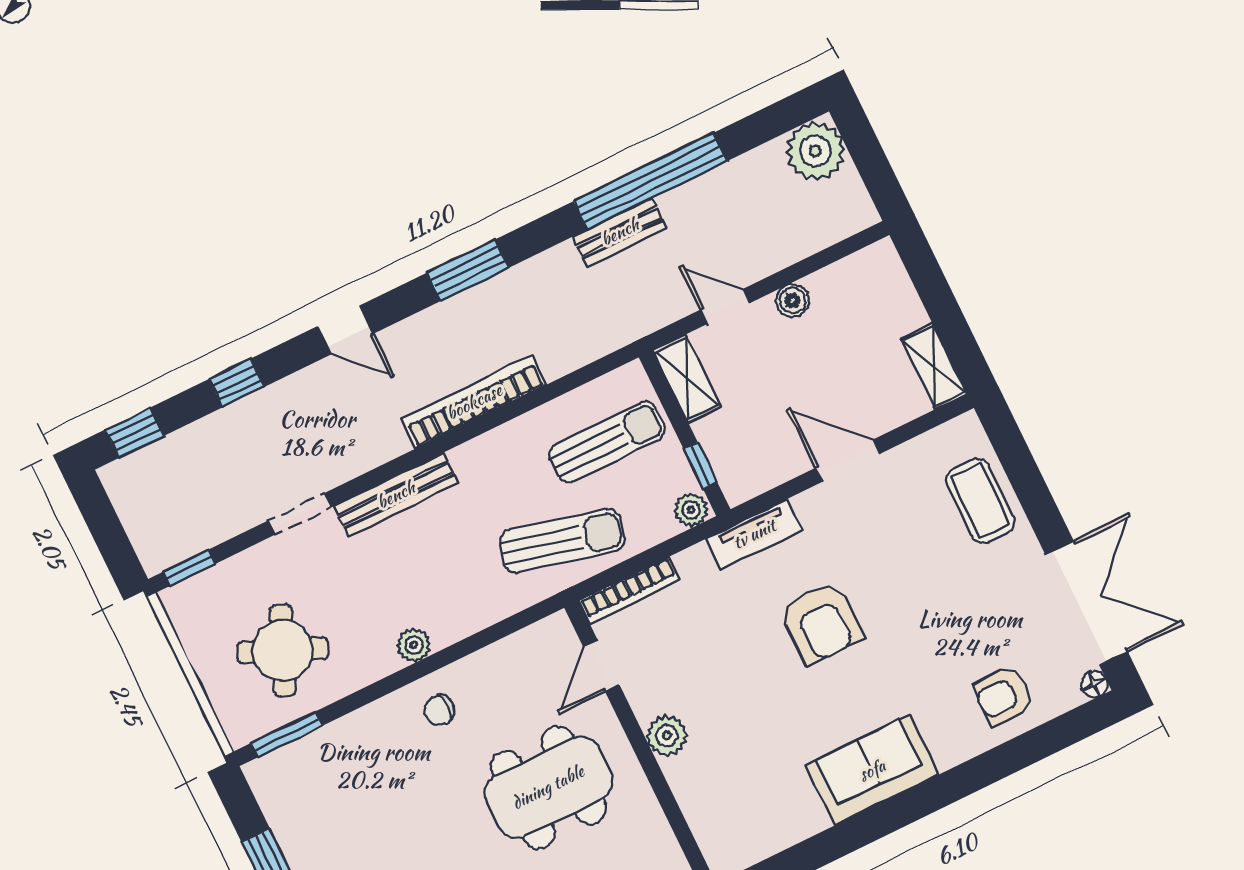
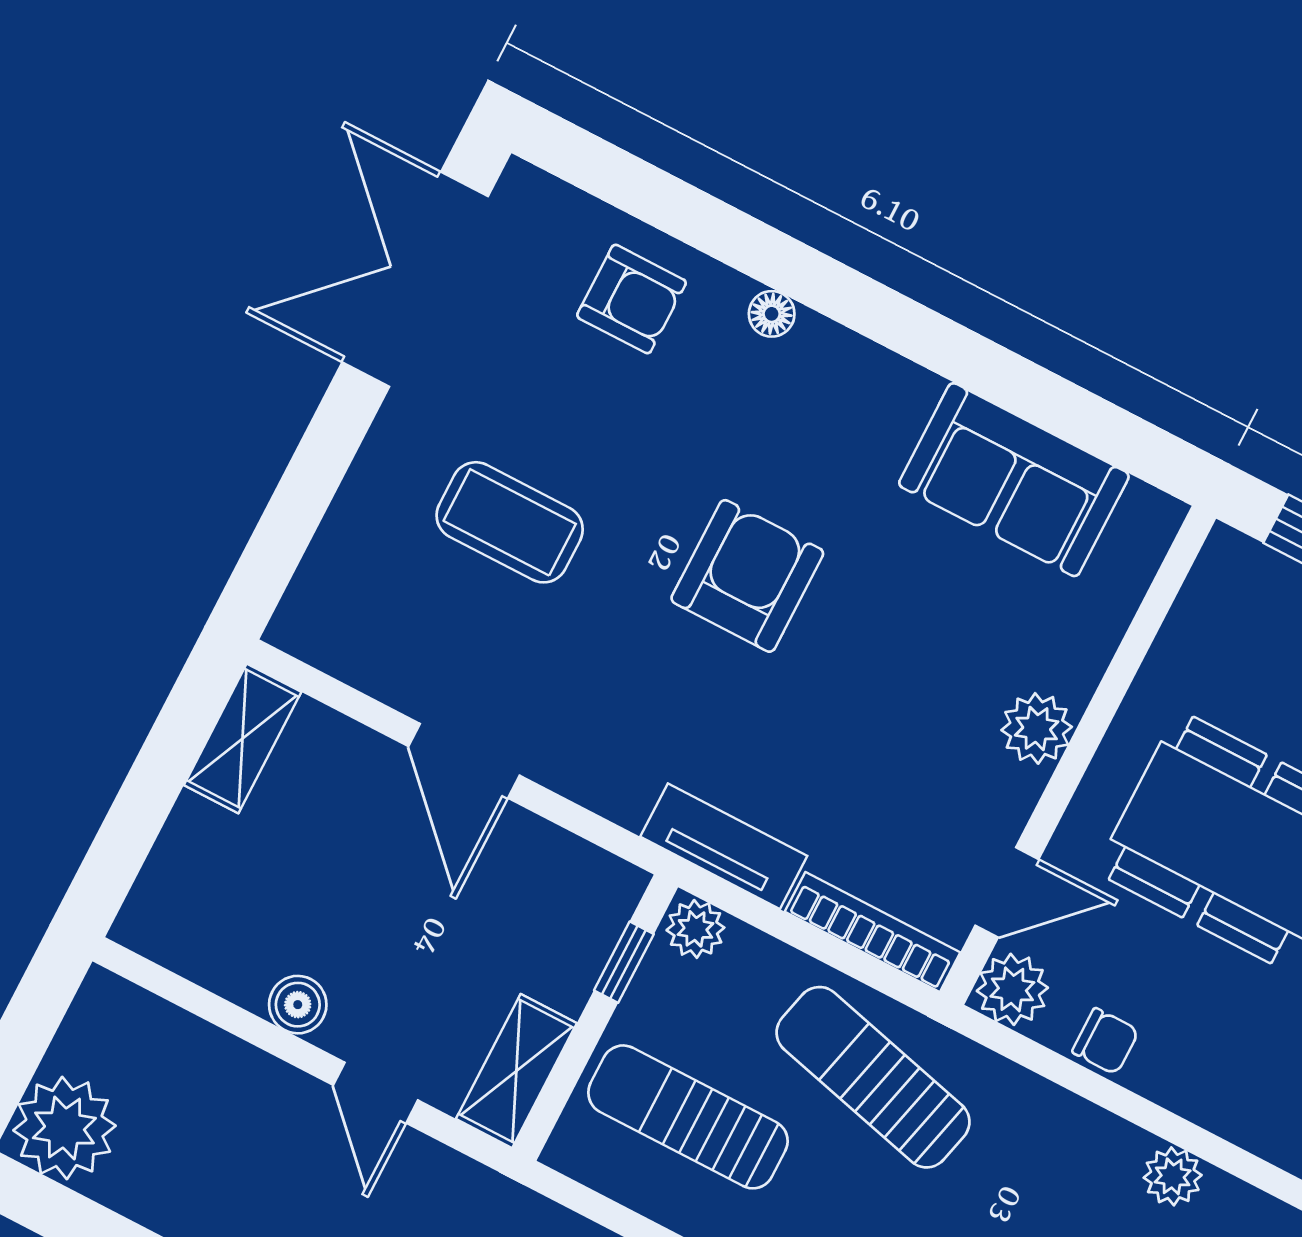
coffee table: (980, 501) -> (510, 522), moved, turned 90
tv unit: (754, 534) -> (724, 846), moved
armchair: (821, 622) -> (747, 576), moved
plant: (555, 635) -> (1012, 989), added
floor lamp: (1094, 684) -> (772, 314), moved
chair: (439, 710) -> (1105, 1041), moved
sofa: (872, 770) -> (1014, 480), moved

